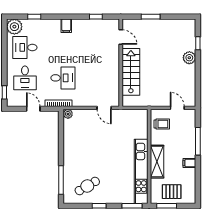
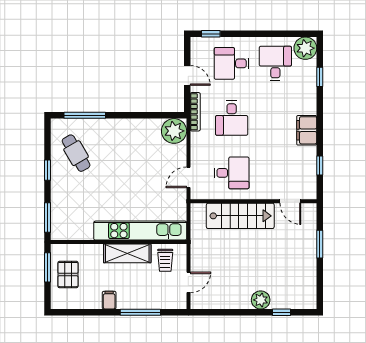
filing cabinet: (66, 26) -> (307, 130), width x2.00
door: (121, 37) -> (290, 201), hinge flipped
desk: (101, 78) -> (232, 173), added
door: (33, 109) -> (187, 75), hinge flipped
plant: (68, 114) -> (174, 131), width x1.88, depth x1.88
shelving: (157, 162) -> (127, 253), moved
kitchen unit: (141, 171) -> (140, 231), moved

